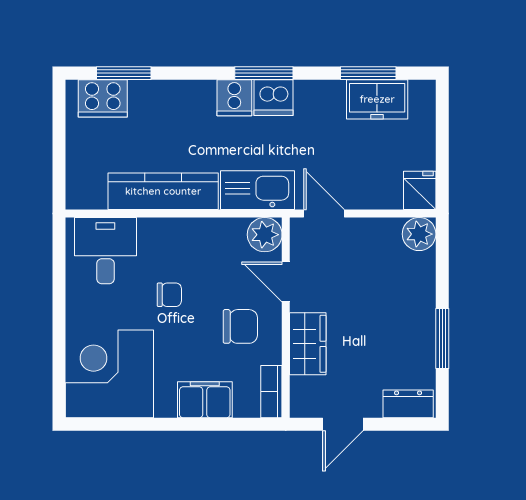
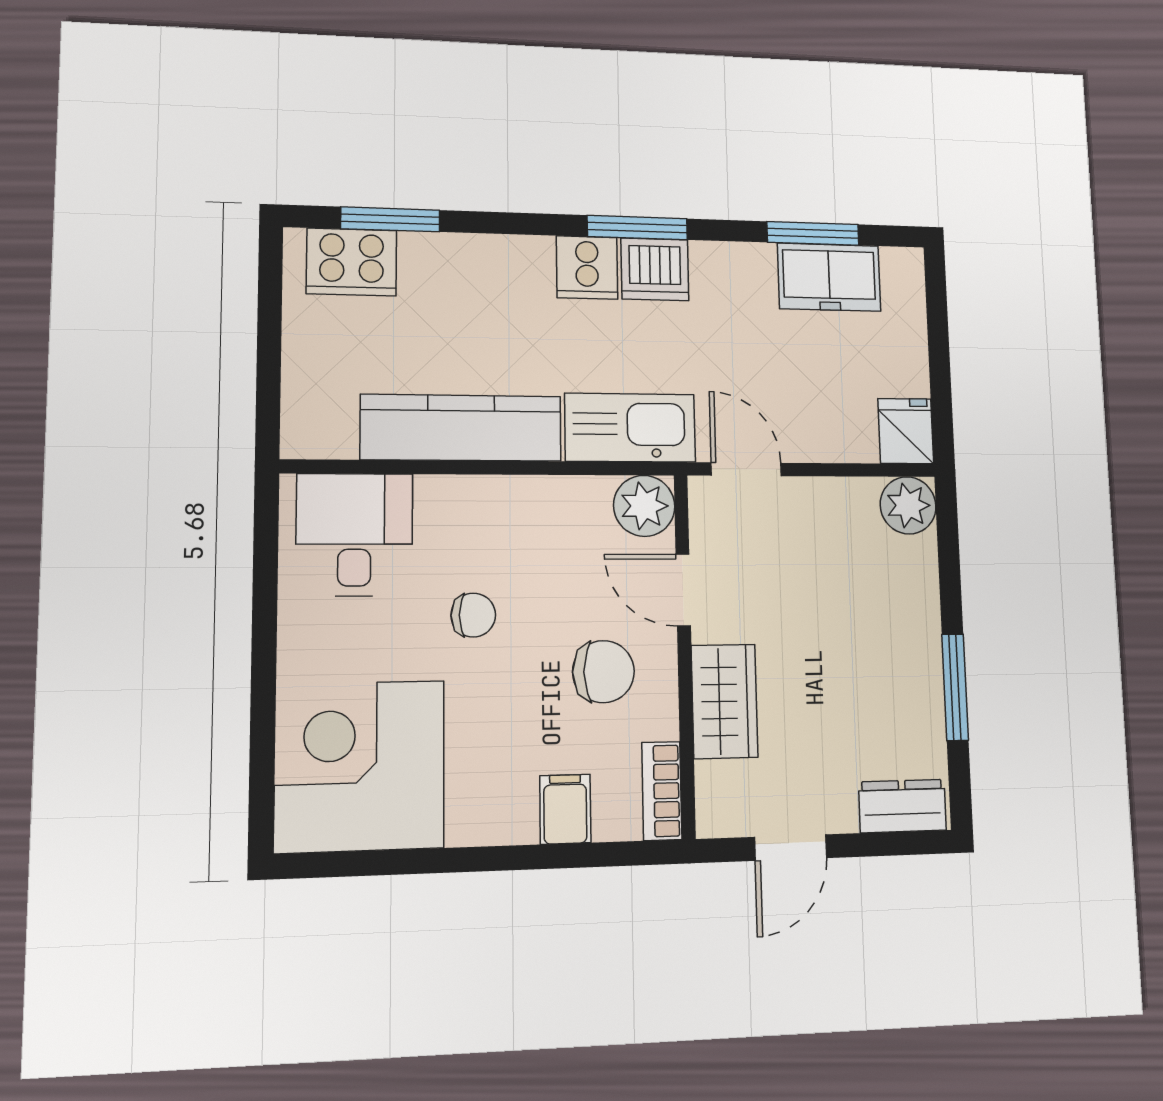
filing cabinet: (205, 400) -> (565, 809), width x0.50

